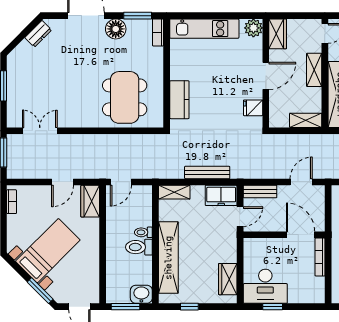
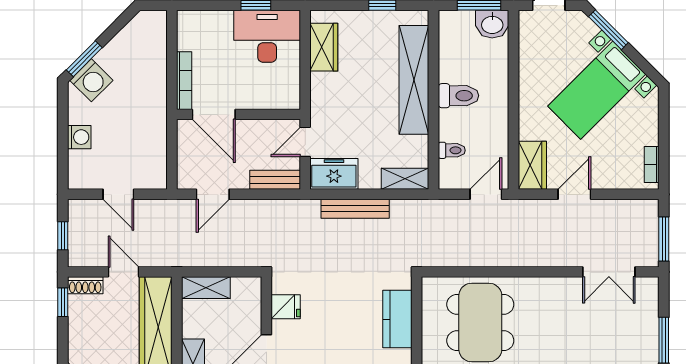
toilet: (143, 232) -> (452, 150), moved
washbasin: (141, 294) -> (492, 24), moved

